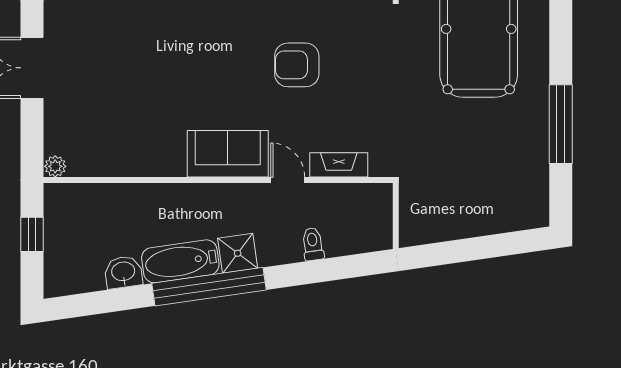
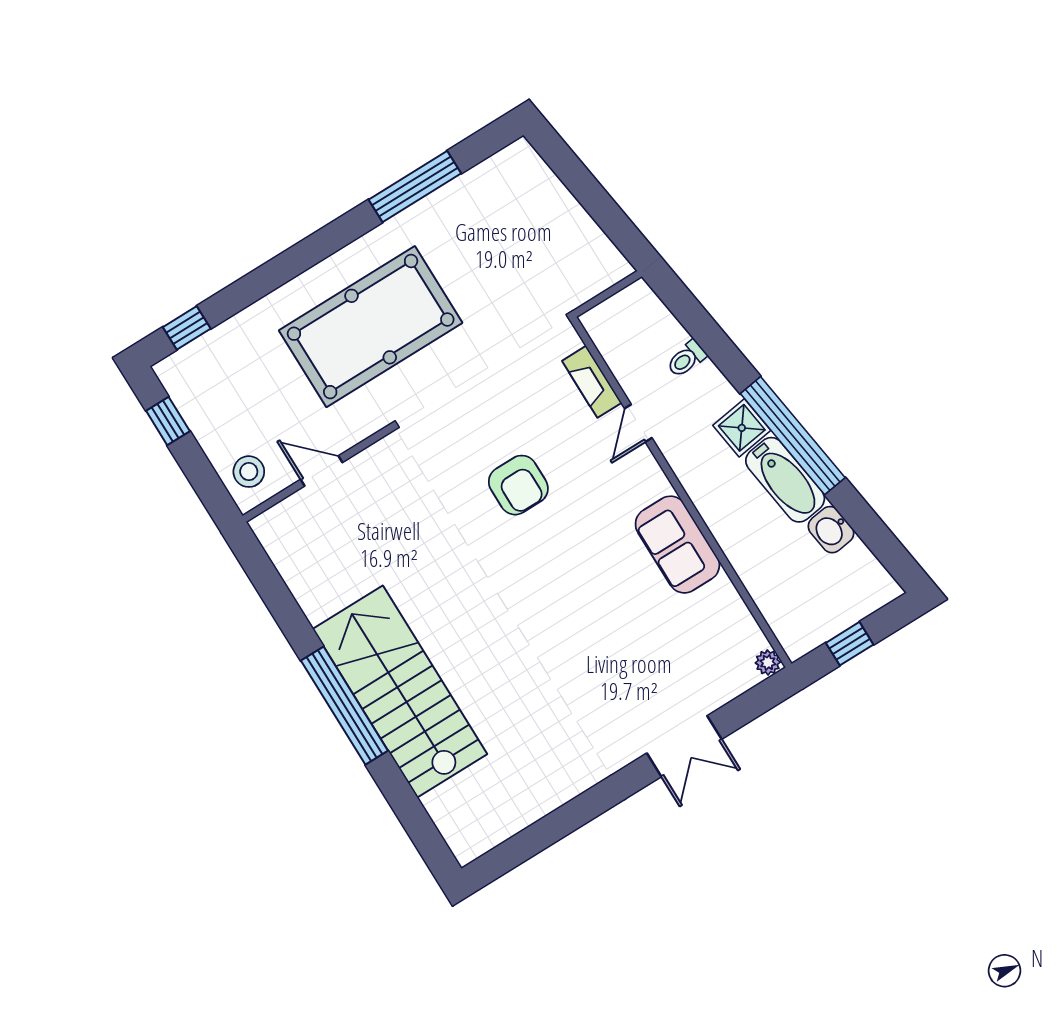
sofa: (228, 154) -> (677, 545), moved

